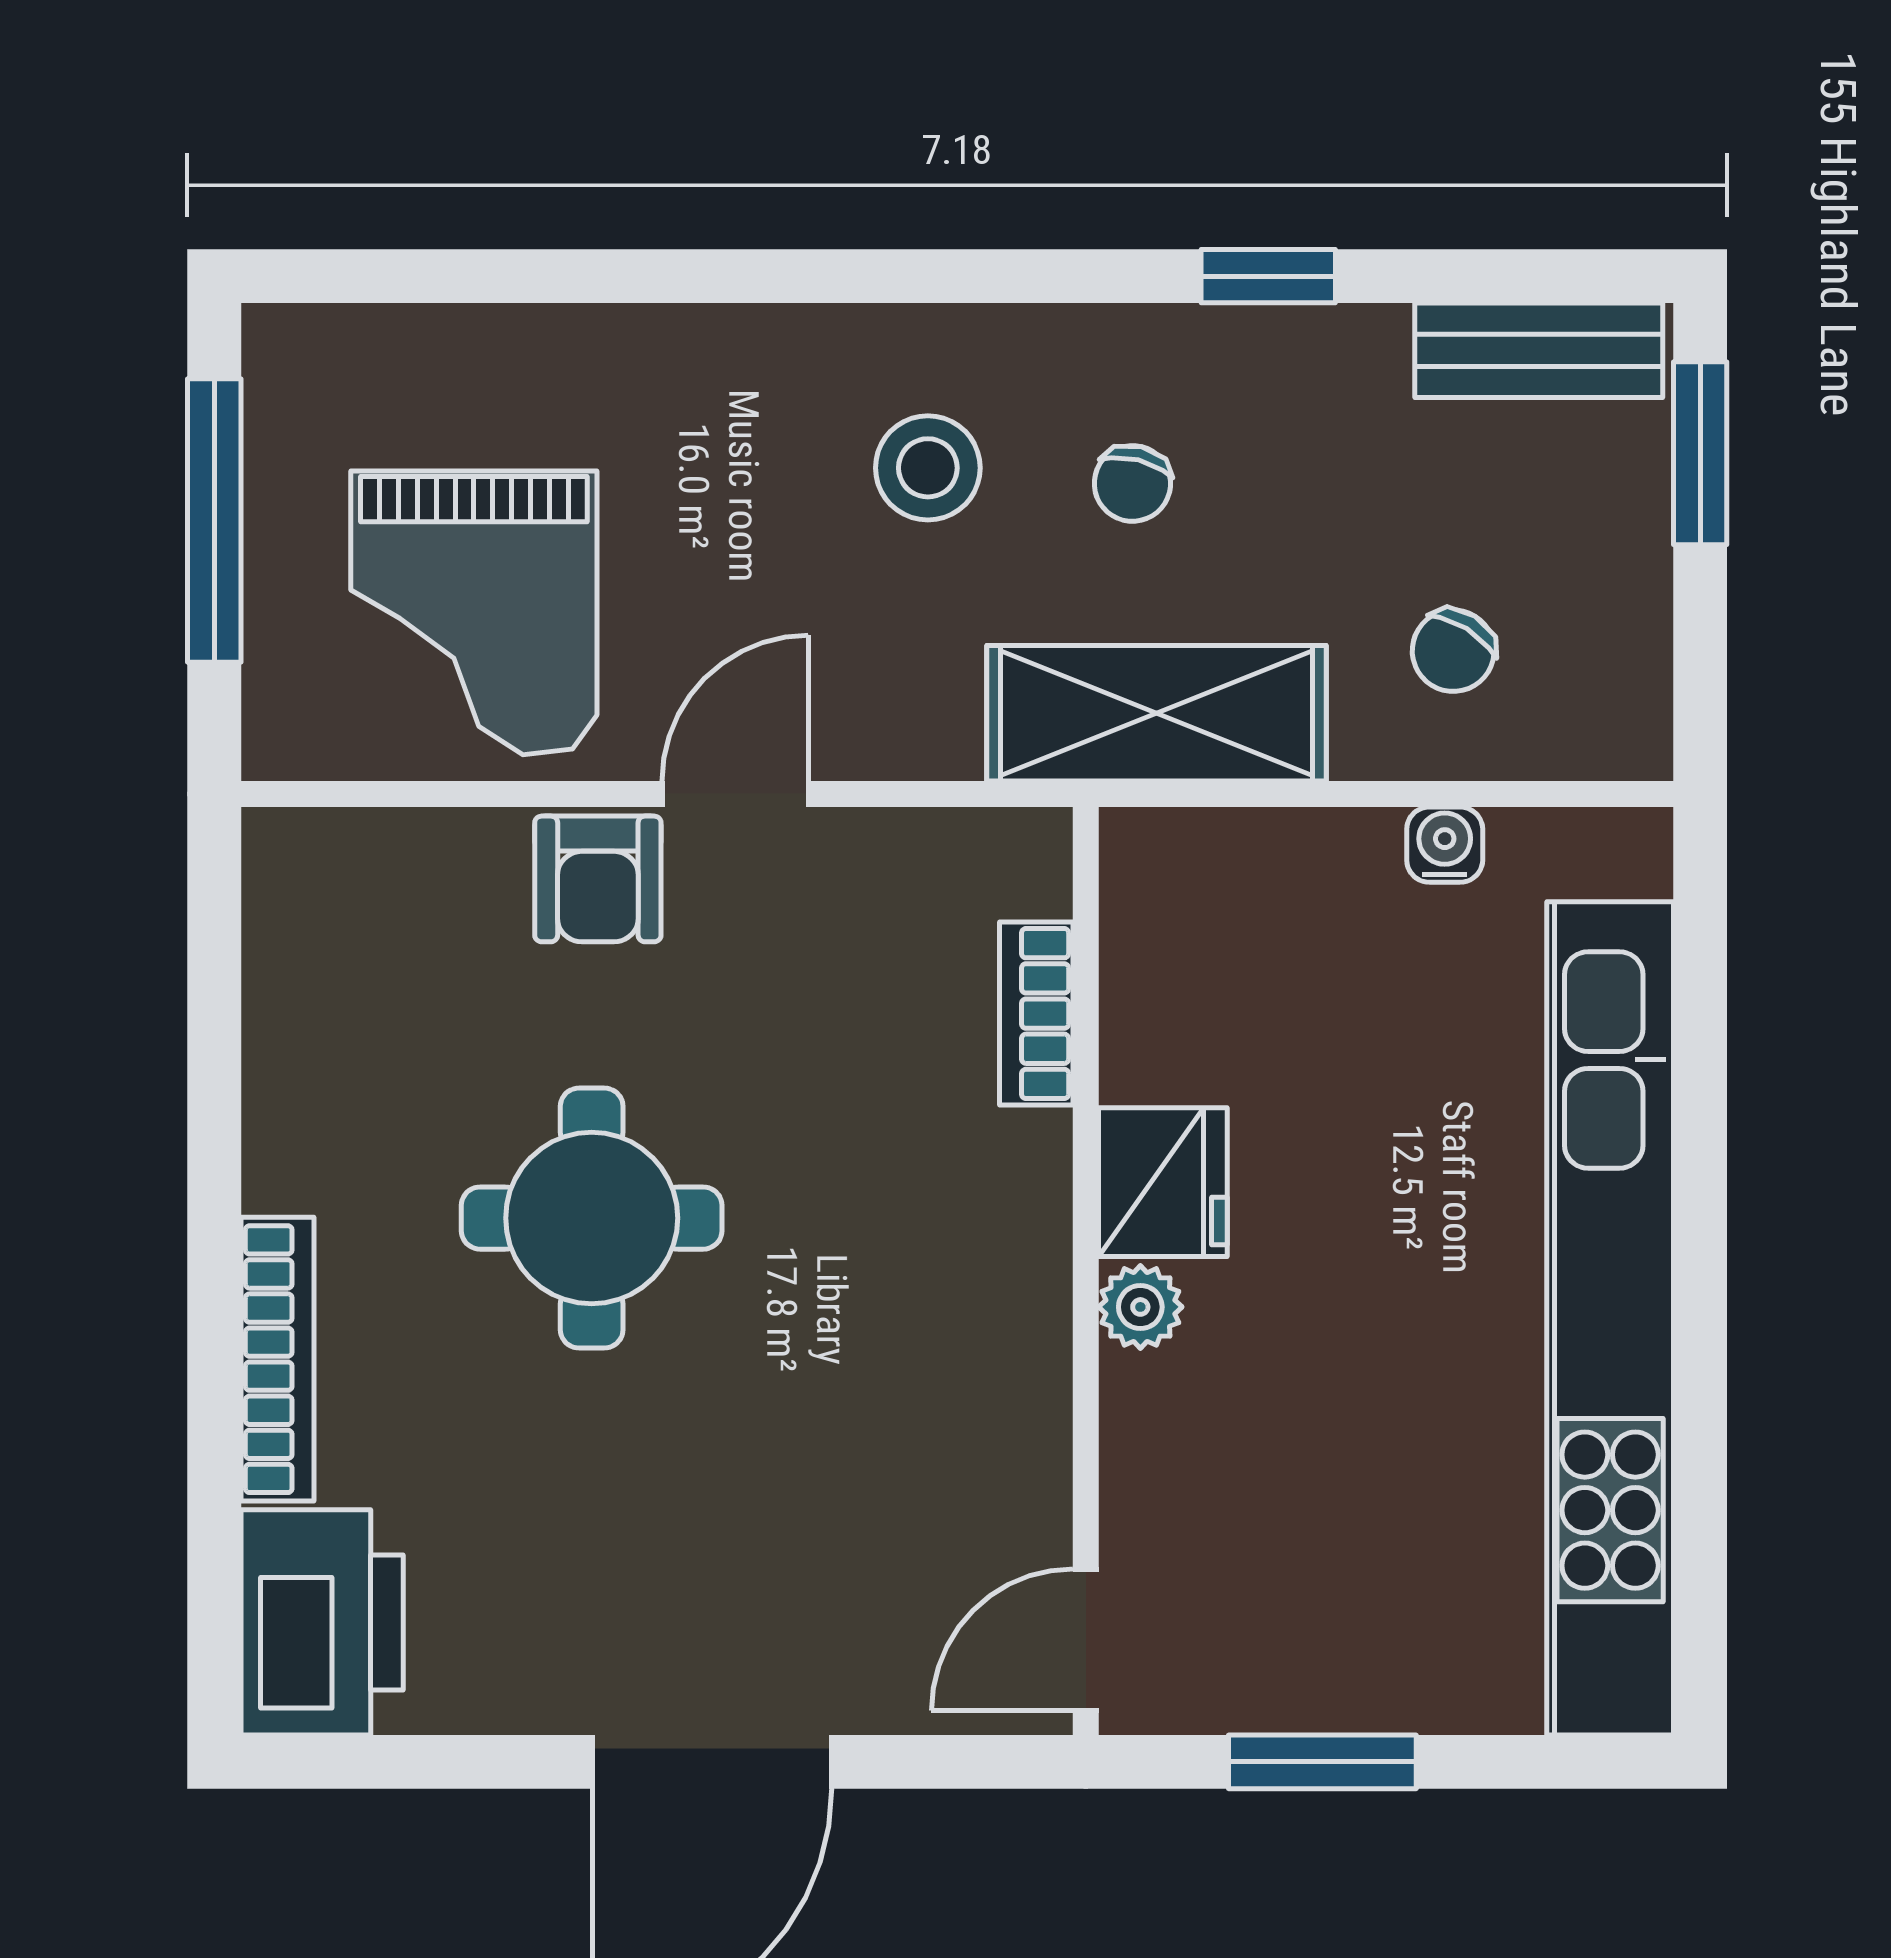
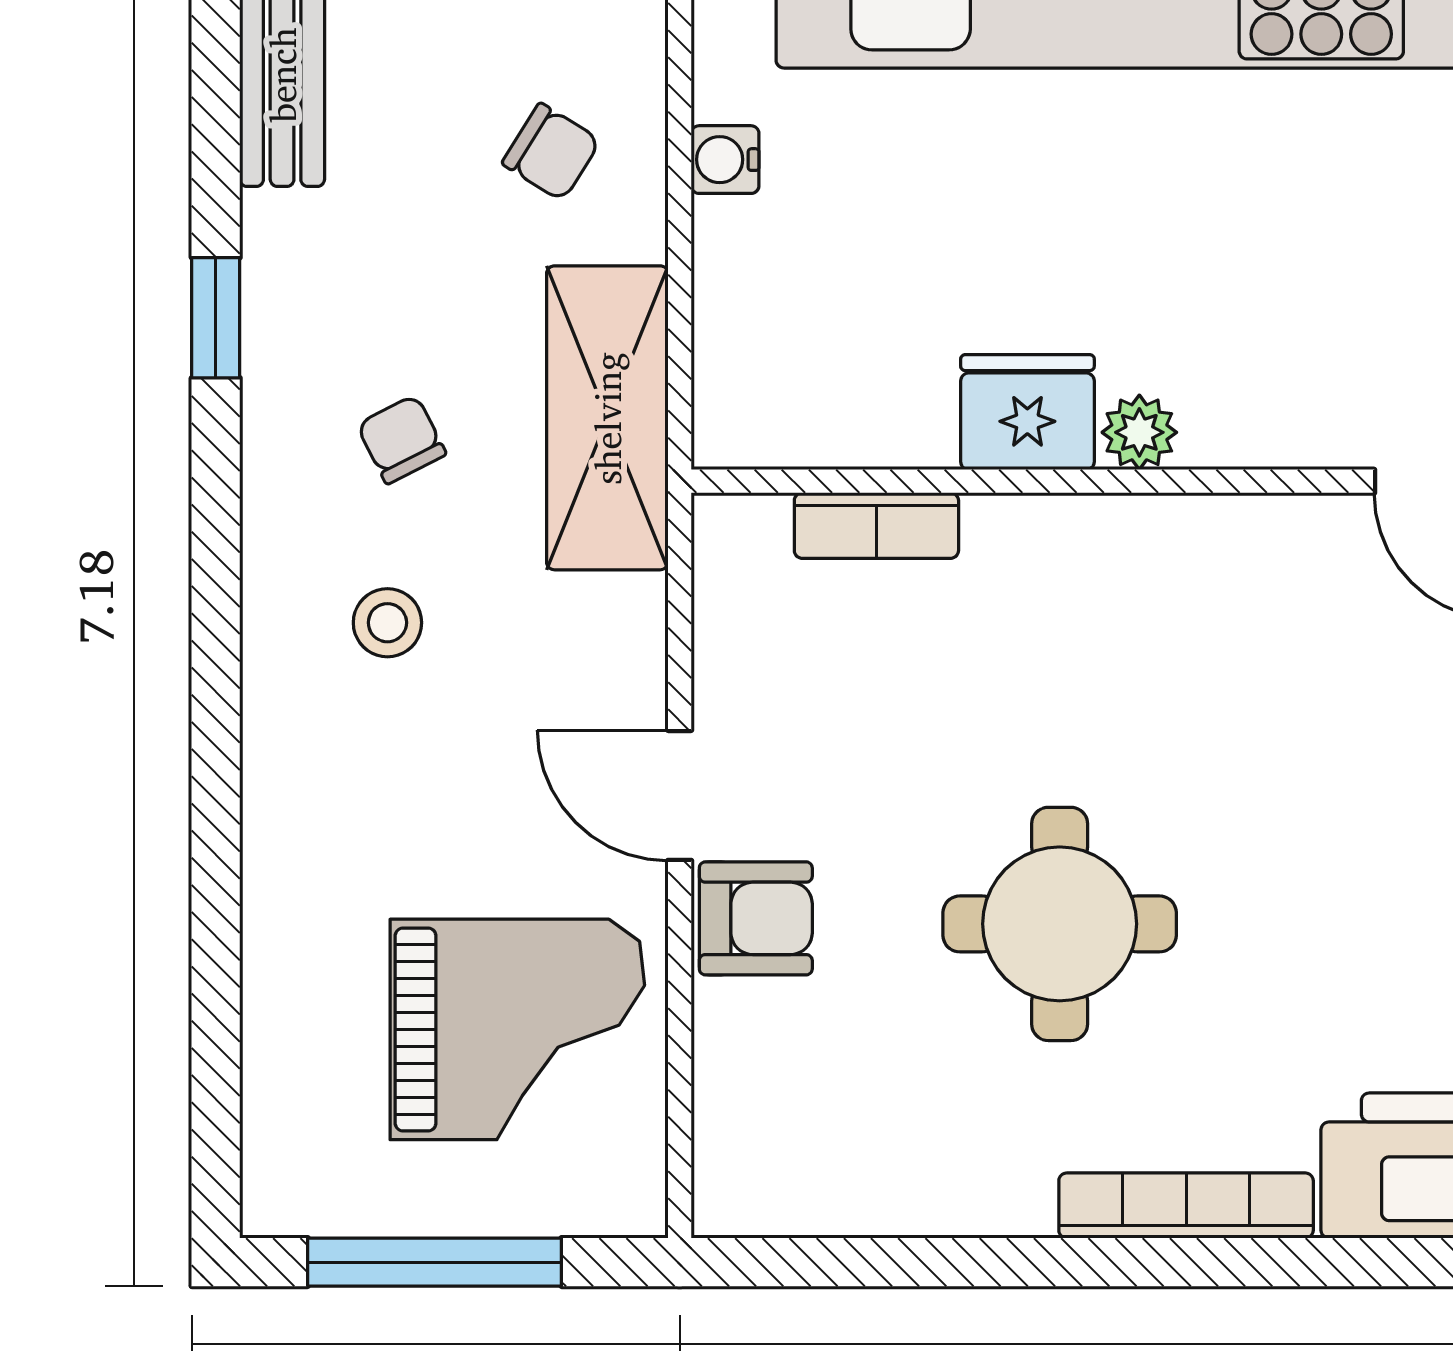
stool: (928, 468) -> (387, 623), width x0.73, depth x0.73
chair: (1132, 483) -> (401, 439), turned -131

